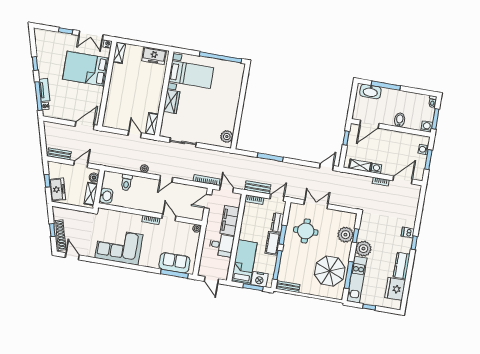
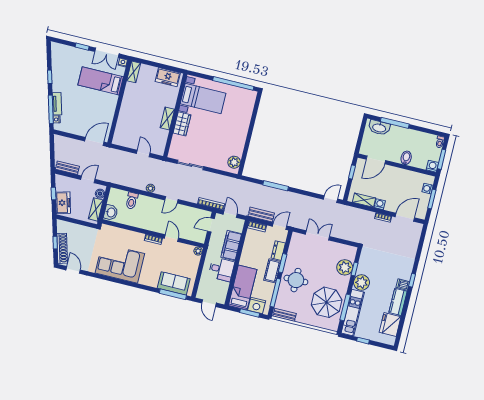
bed: (86, 69) -> (101, 81), width x0.67
shelving: (152, 124) -> (167, 119), moved
round table: (306, 231) -> (296, 280), moved
dishwasher: (408, 233) -> (403, 285), moved

